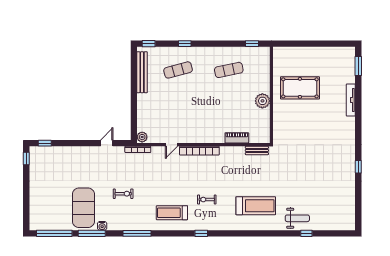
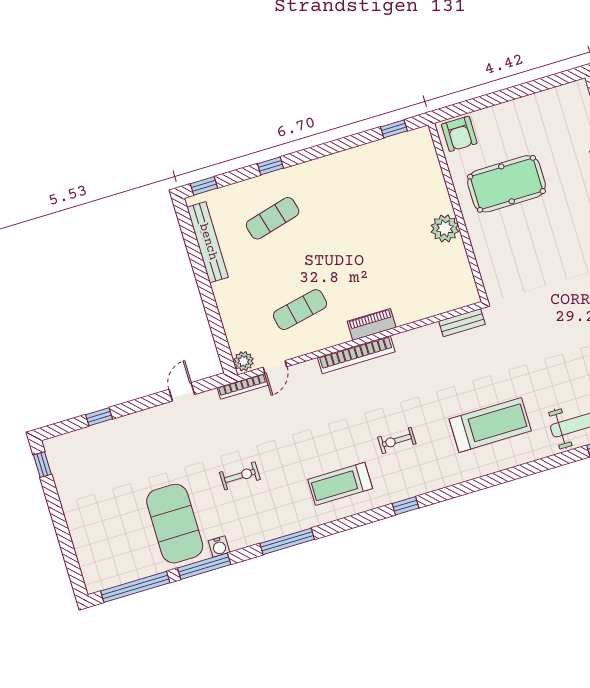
armchair: (284, 56) -> (459, 134), added
exercise mat: (229, 70) -> (300, 310), moved
piano: (237, 138) -> (372, 324), moved
window: (45, 143) -> (99, 417), moved
door: (172, 145) -> (275, 367), moved

